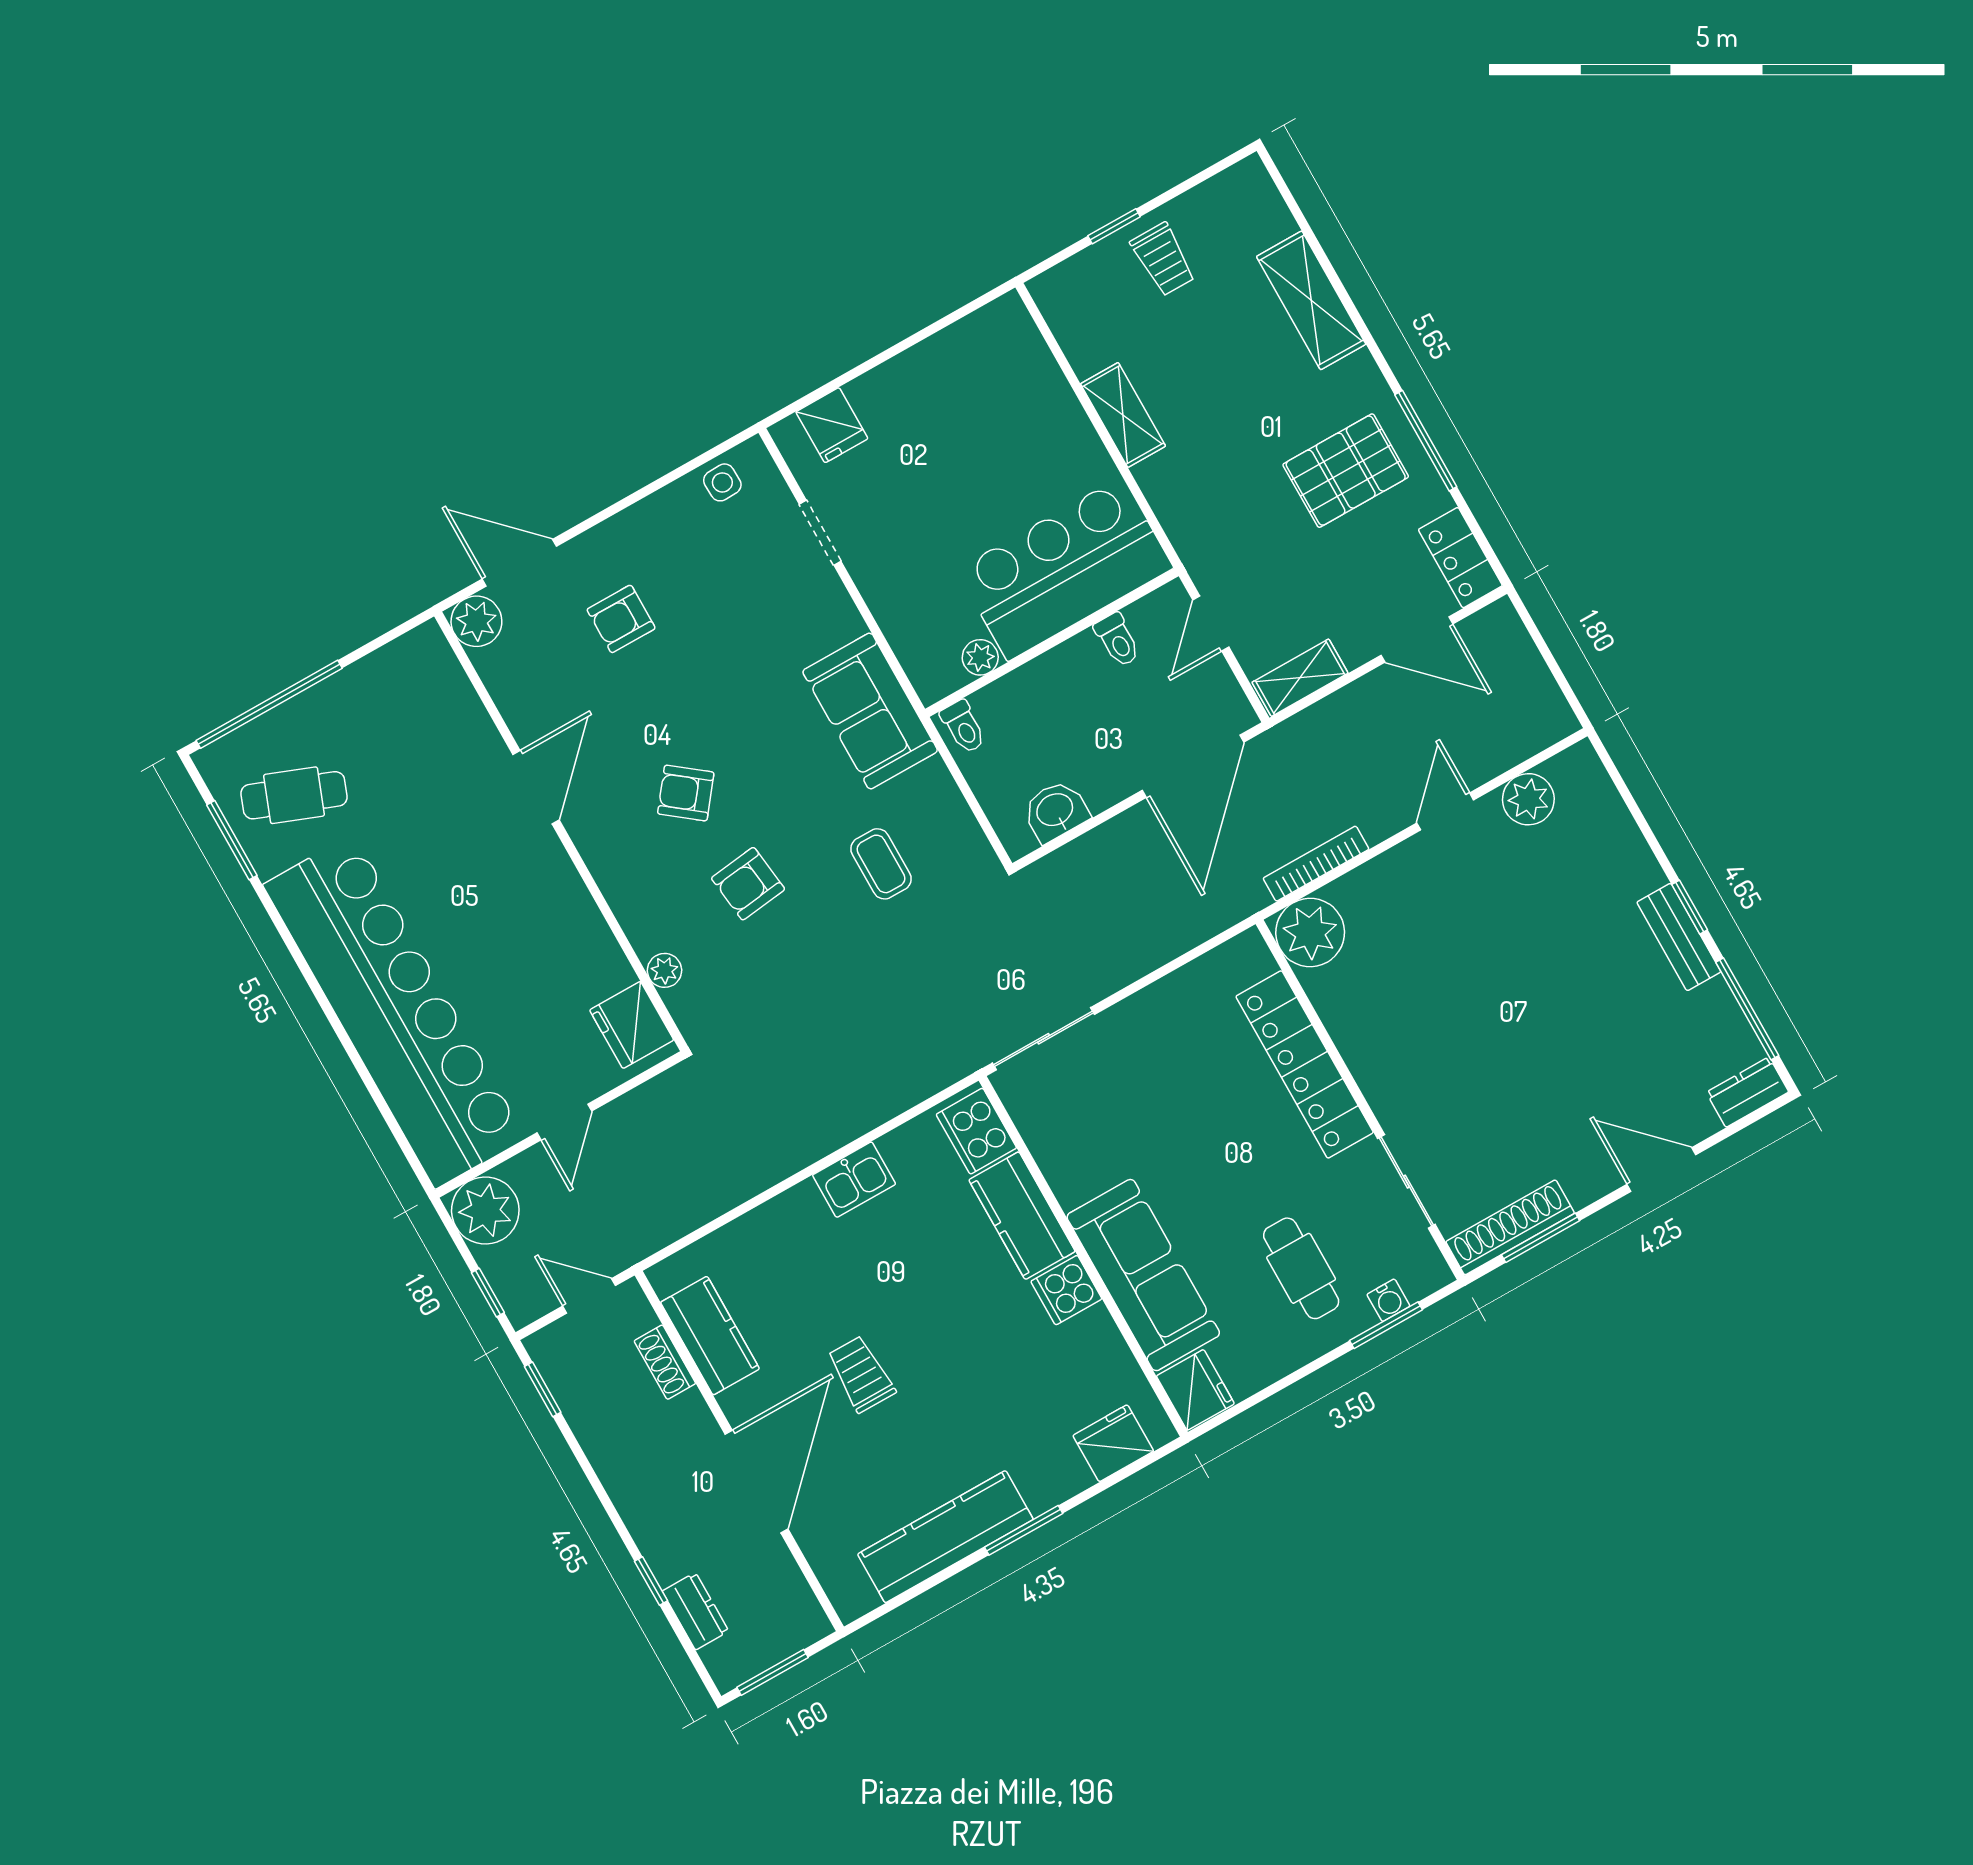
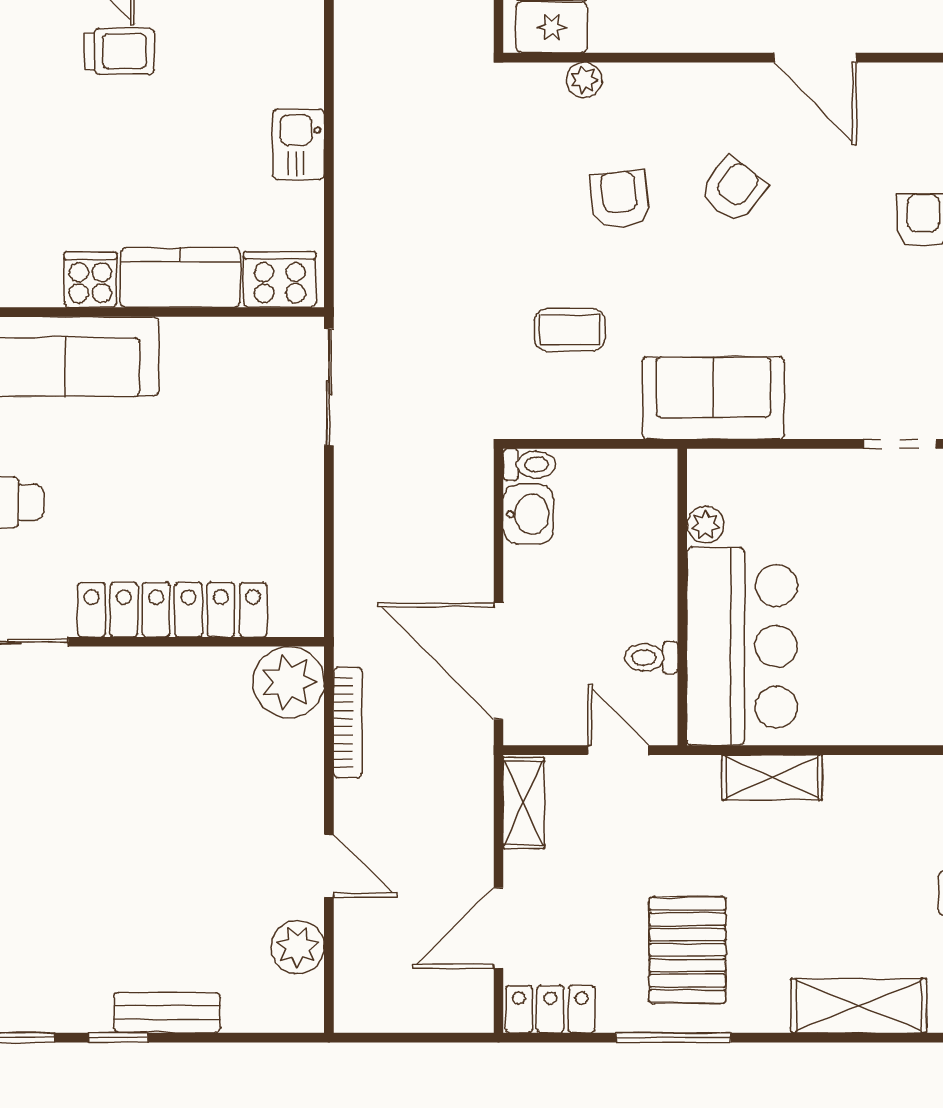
shelving: (1123, 415) -> (772, 777), moved
toilet: (963, 727) -> (529, 465), moved, turned 180
bench: (1679, 937) -> (167, 1013), moved

